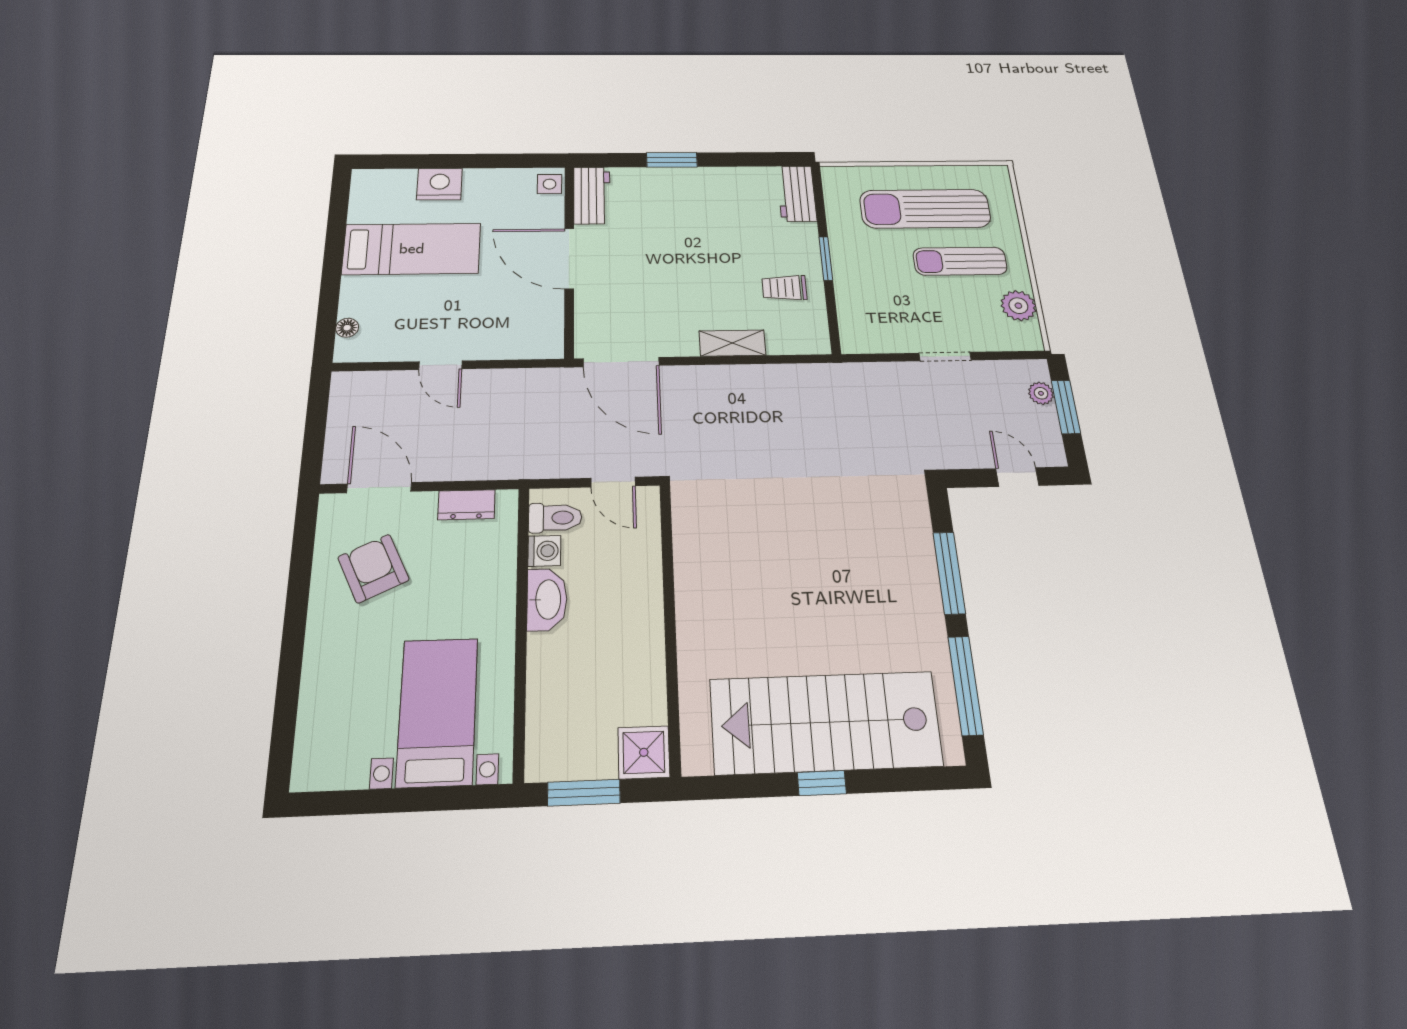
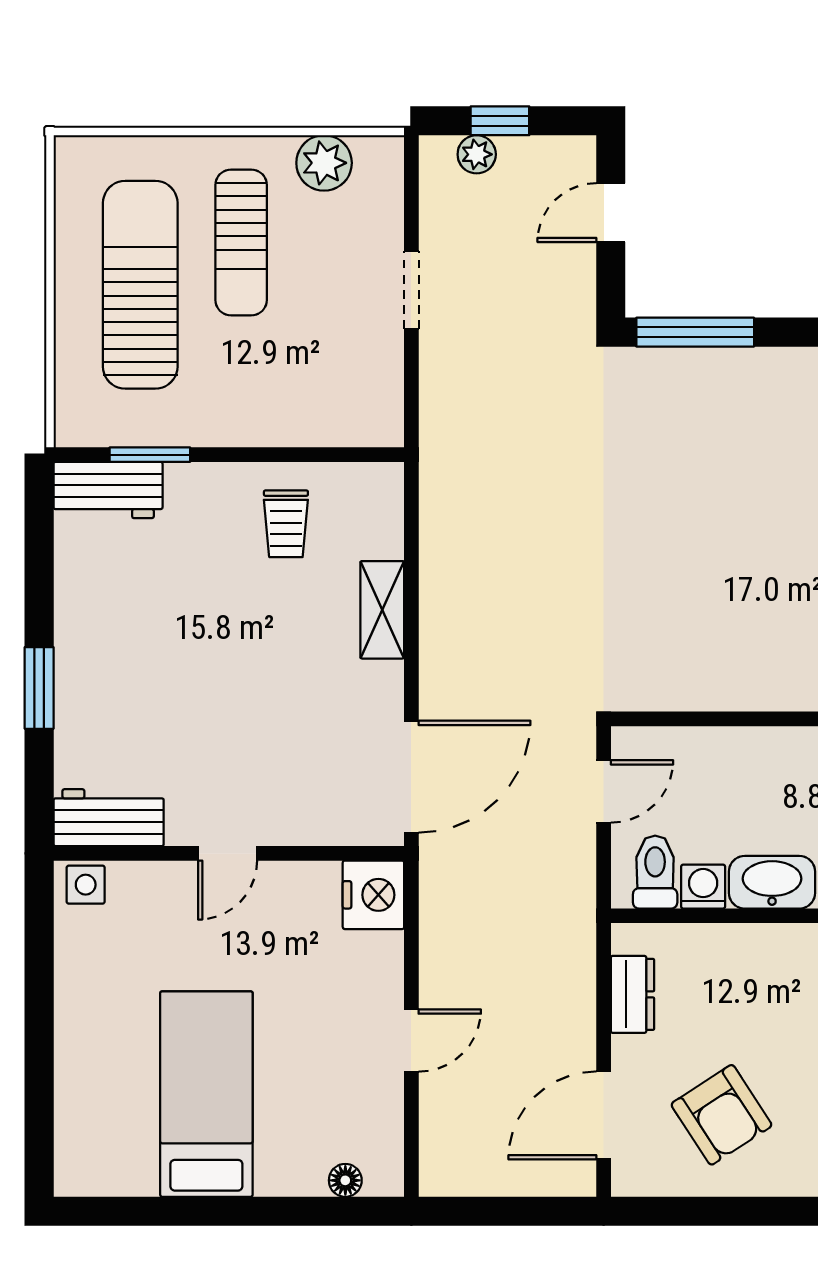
nightstand: (440, 184) -> (373, 895), moved, turned 180
sun lounger: (925, 209) -> (140, 285), turned 180
door: (569, 258) -> (228, 853), width x0.53
window: (826, 258) -> (150, 455), moved
window: (1066, 407) -> (500, 121), width x0.67
armchair: (373, 568) -> (722, 1115), turned -98
window: (949, 573) -> (695, 332), moved

